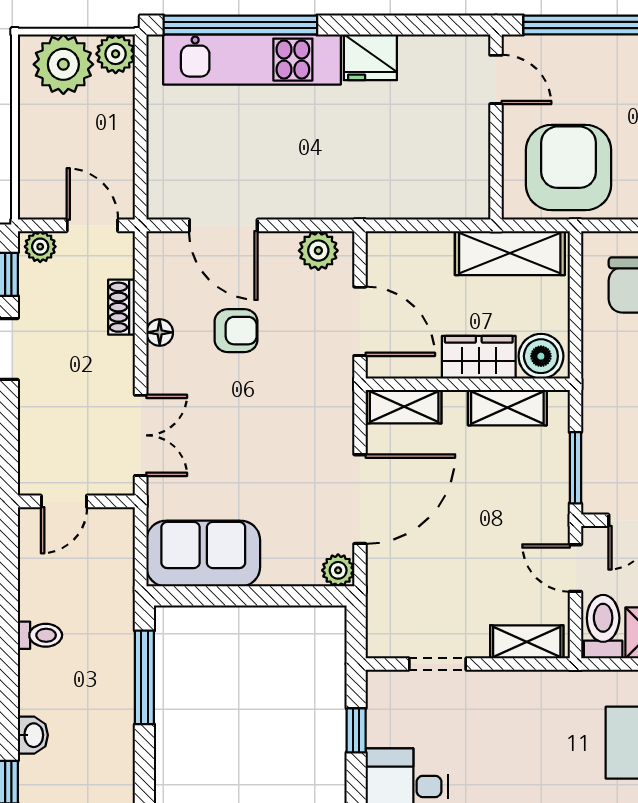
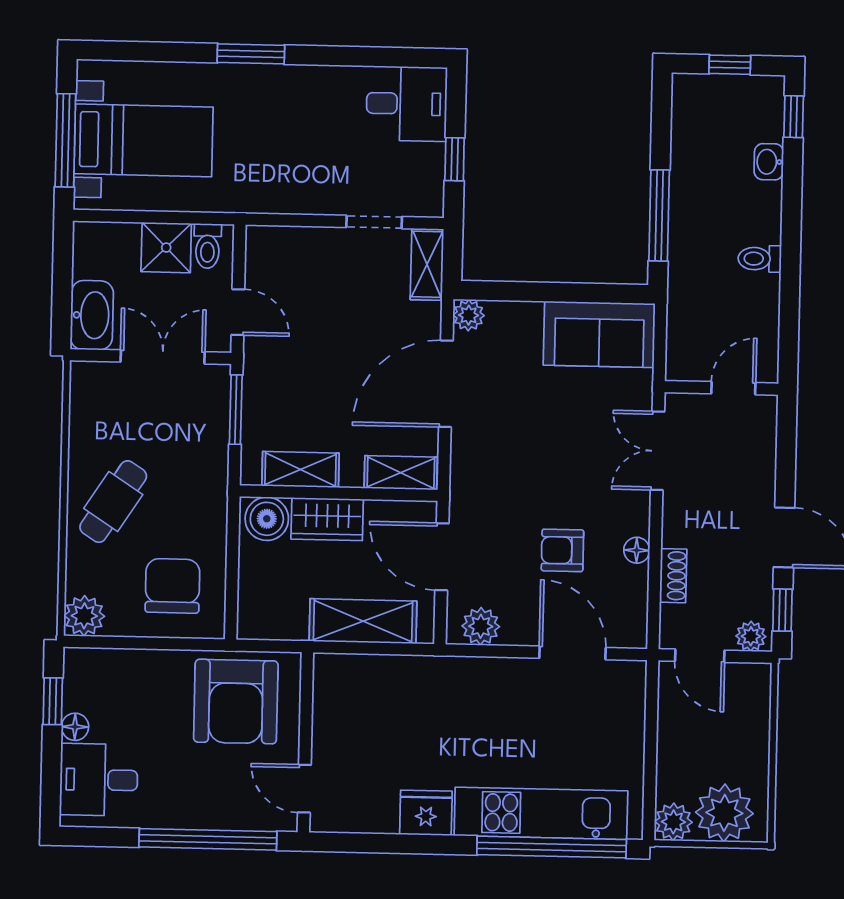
shelving: (510, 253) -> (363, 621), moved
toilet: (603, 627) -> (208, 246), width x0.73, depth x0.72
shelving: (527, 642) -> (427, 264), moved, turned 90

